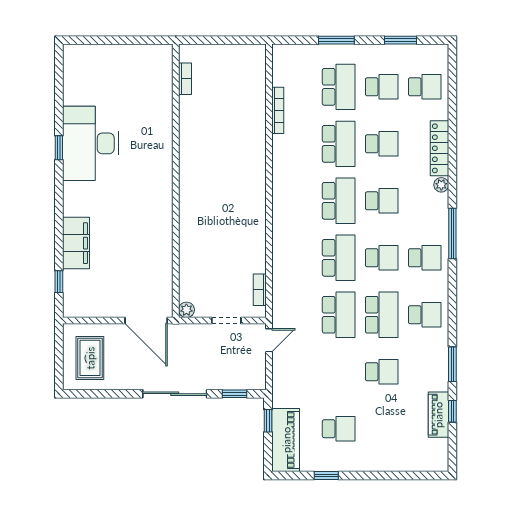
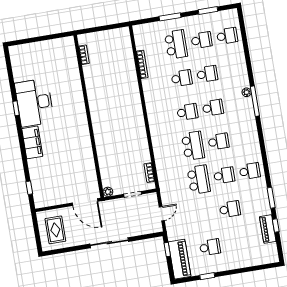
school desk: (339, 144) -> (182, 78), width x0.54
locker: (439, 148) -> (242, 71), removed
school desk: (339, 201) -> (187, 112), width x0.54
window: (452, 234) -> (255, 101), moved
filing cabinet: (76, 243) -> (32, 142), moved
school desk: (425, 258) -> (244, 137), removed
school desk: (382, 315) -> (224, 175), width x0.54
door: (269, 340) -> (162, 214), moved
window: (234, 394) -> (145, 237), removed

